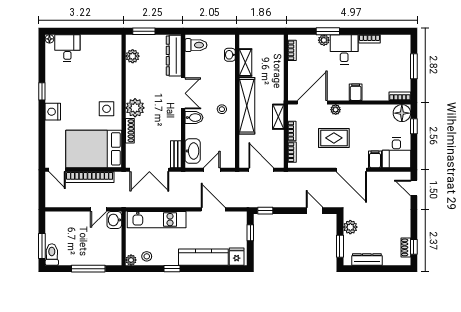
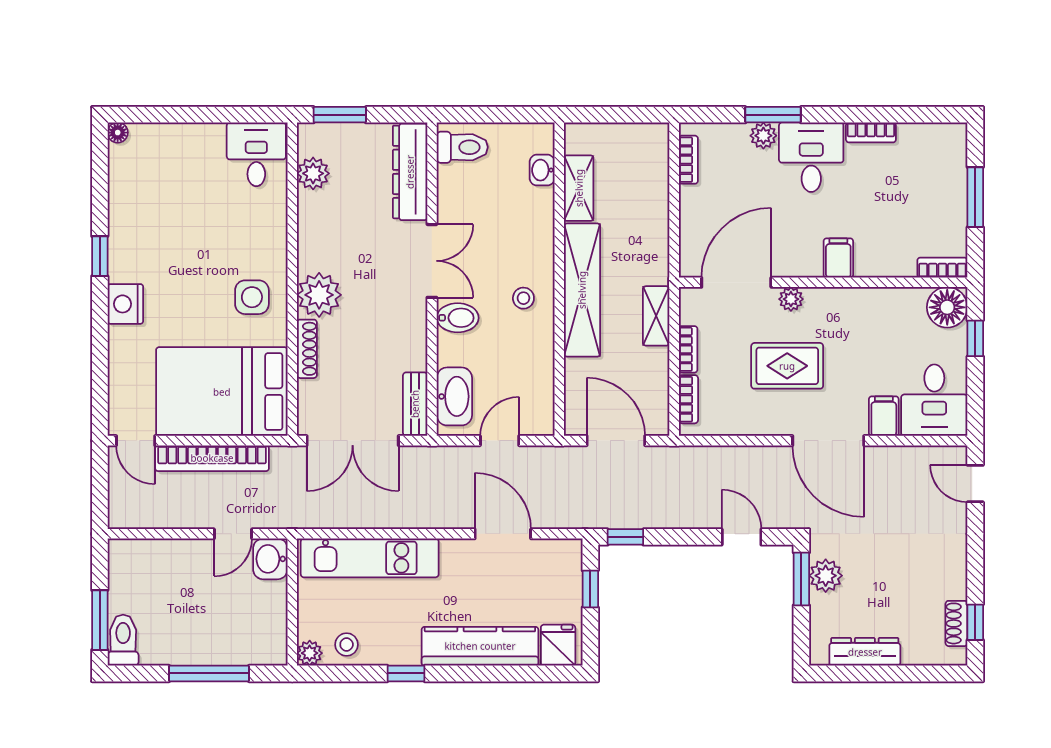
desk: (67, 48) -> (256, 154), moved
window: (340, 246) -> (801, 579), moved

